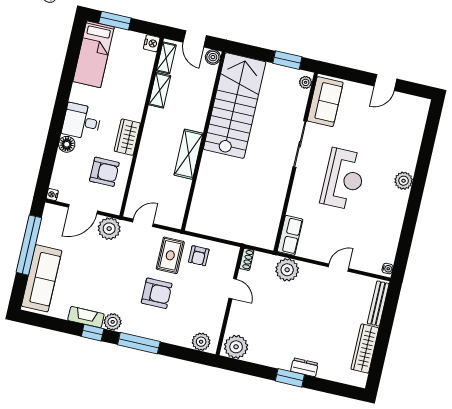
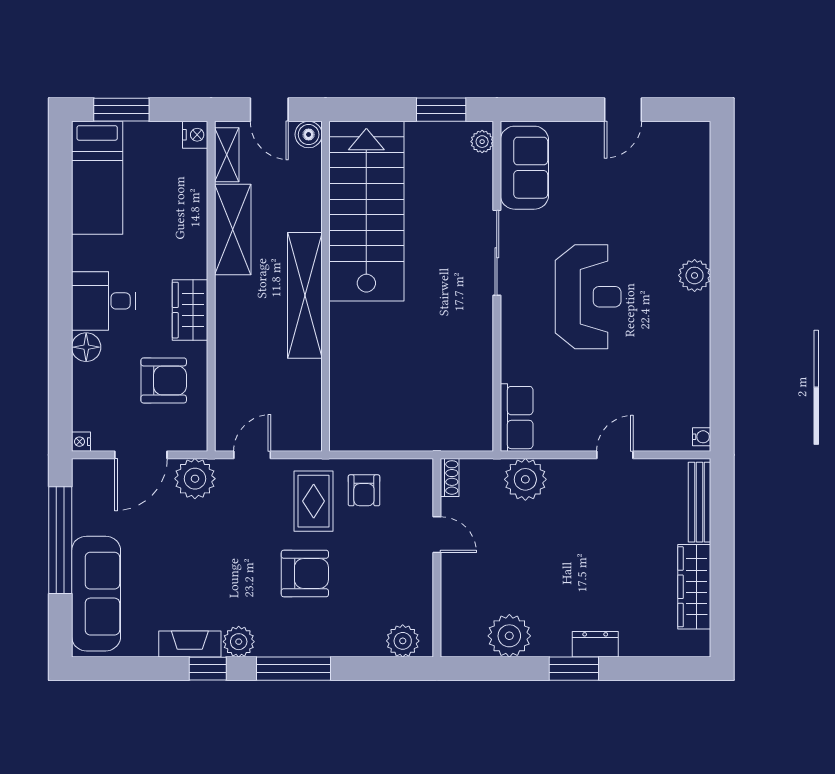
shelving: (160, 90) -> (233, 230), width x1.50, depth x1.33
shelving: (189, 154) -> (305, 295), width x1.47
plant: (236, 347) -> (509, 636), moved

